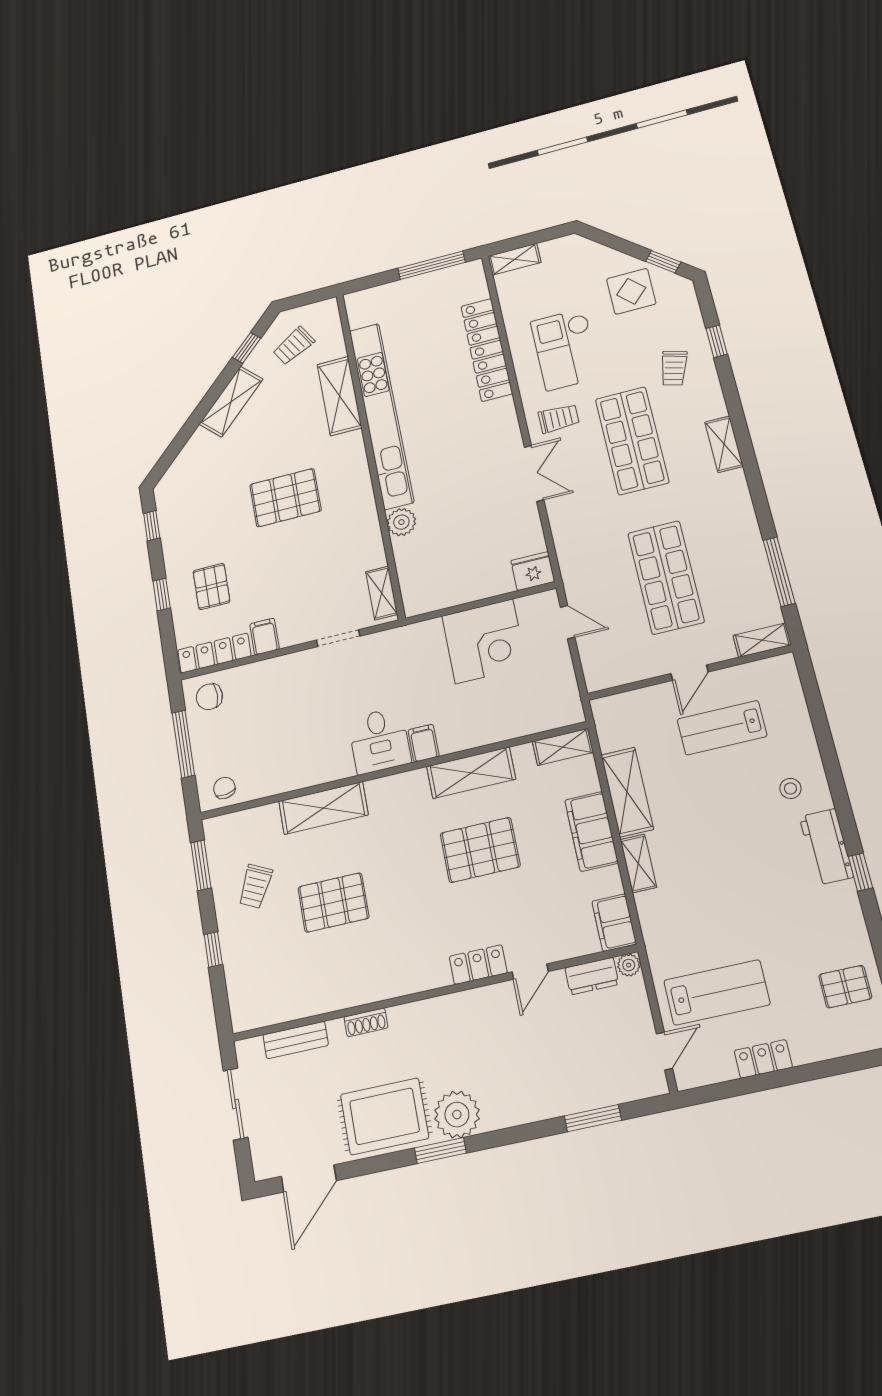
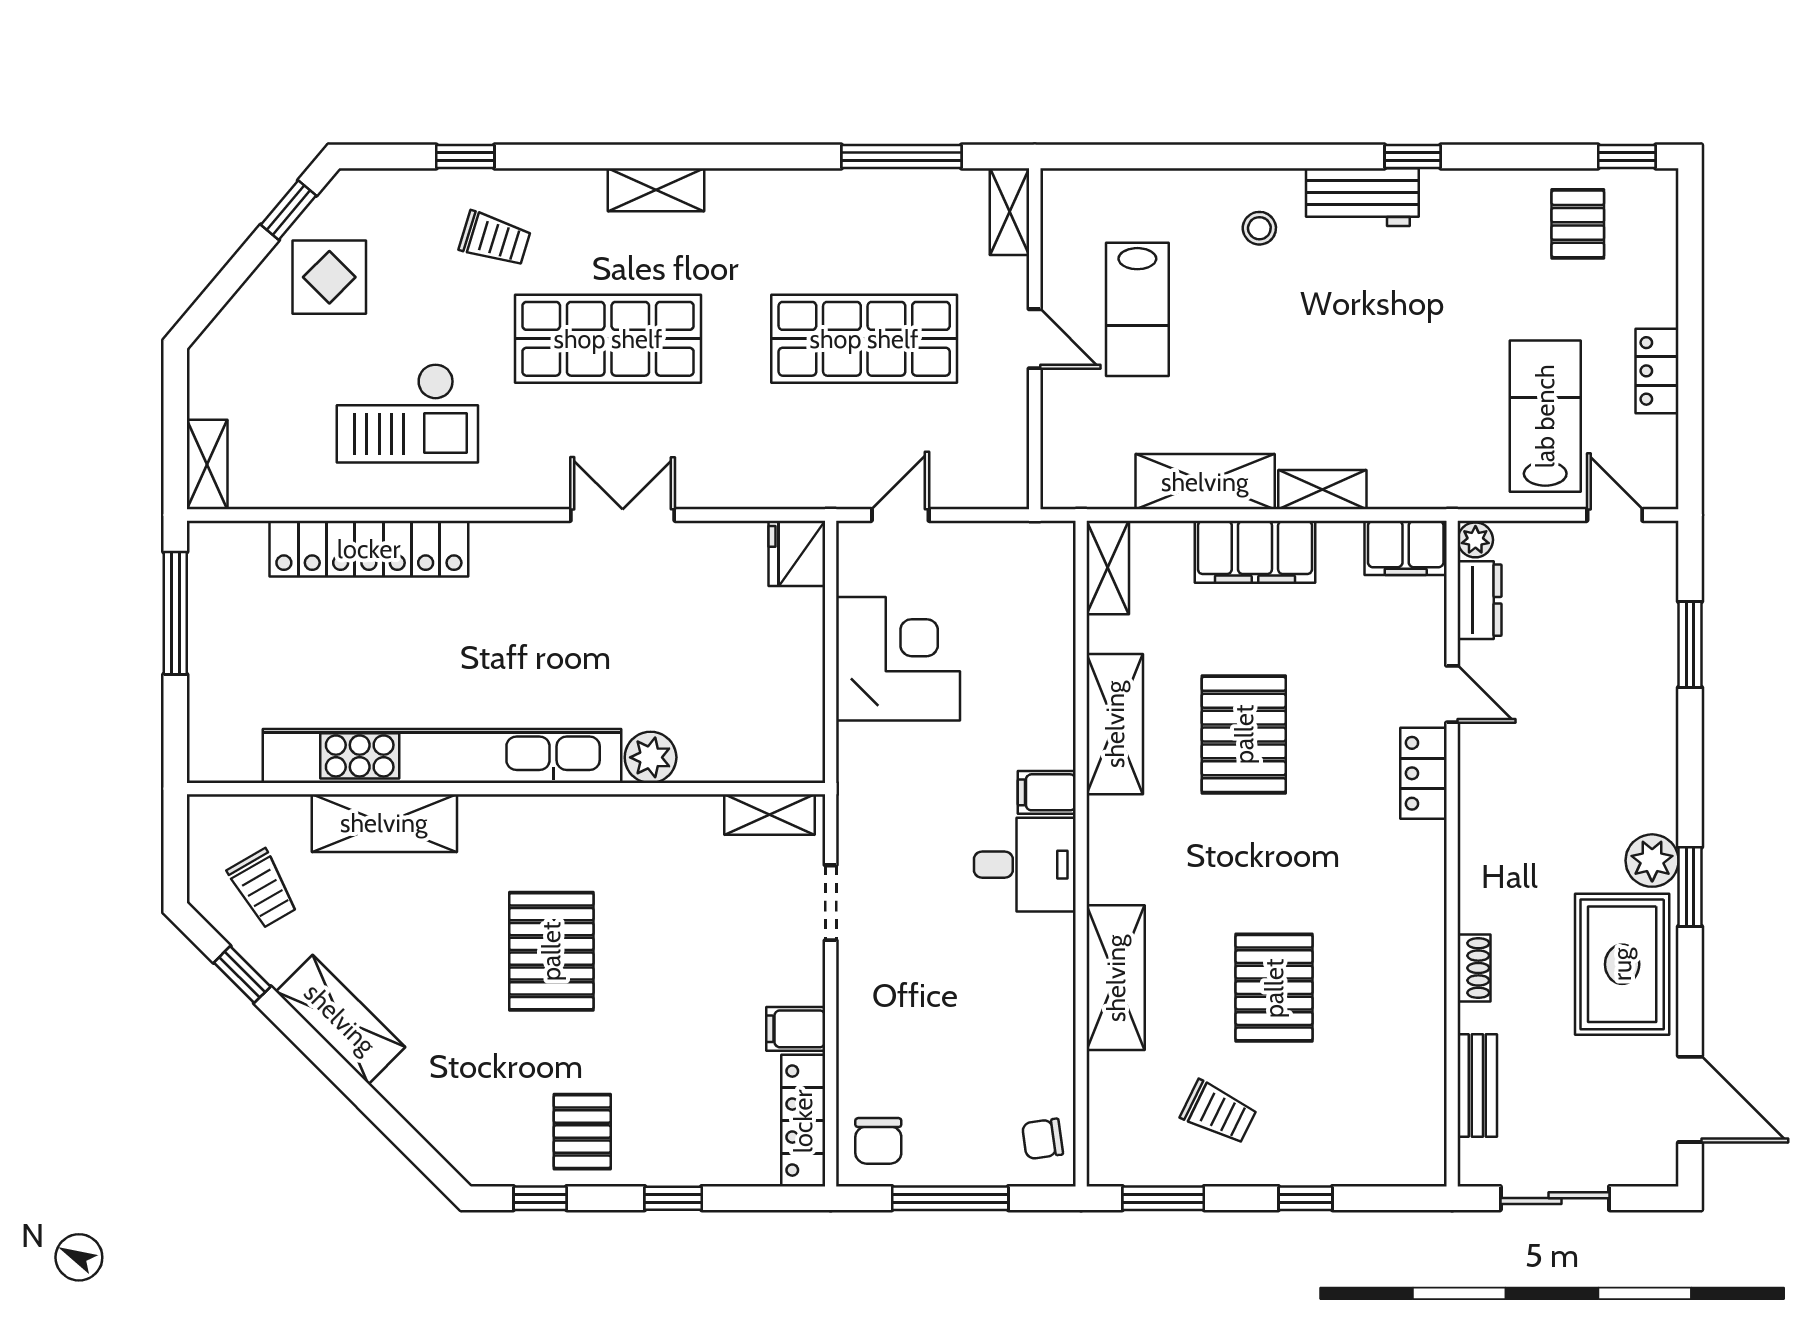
trolley: (559, 418) -> (533, 452), removed
pallet: (212, 586) -> (582, 1132), moved, turned 90
plant: (457, 1115) -> (1652, 861), width x0.73, depth x0.73

